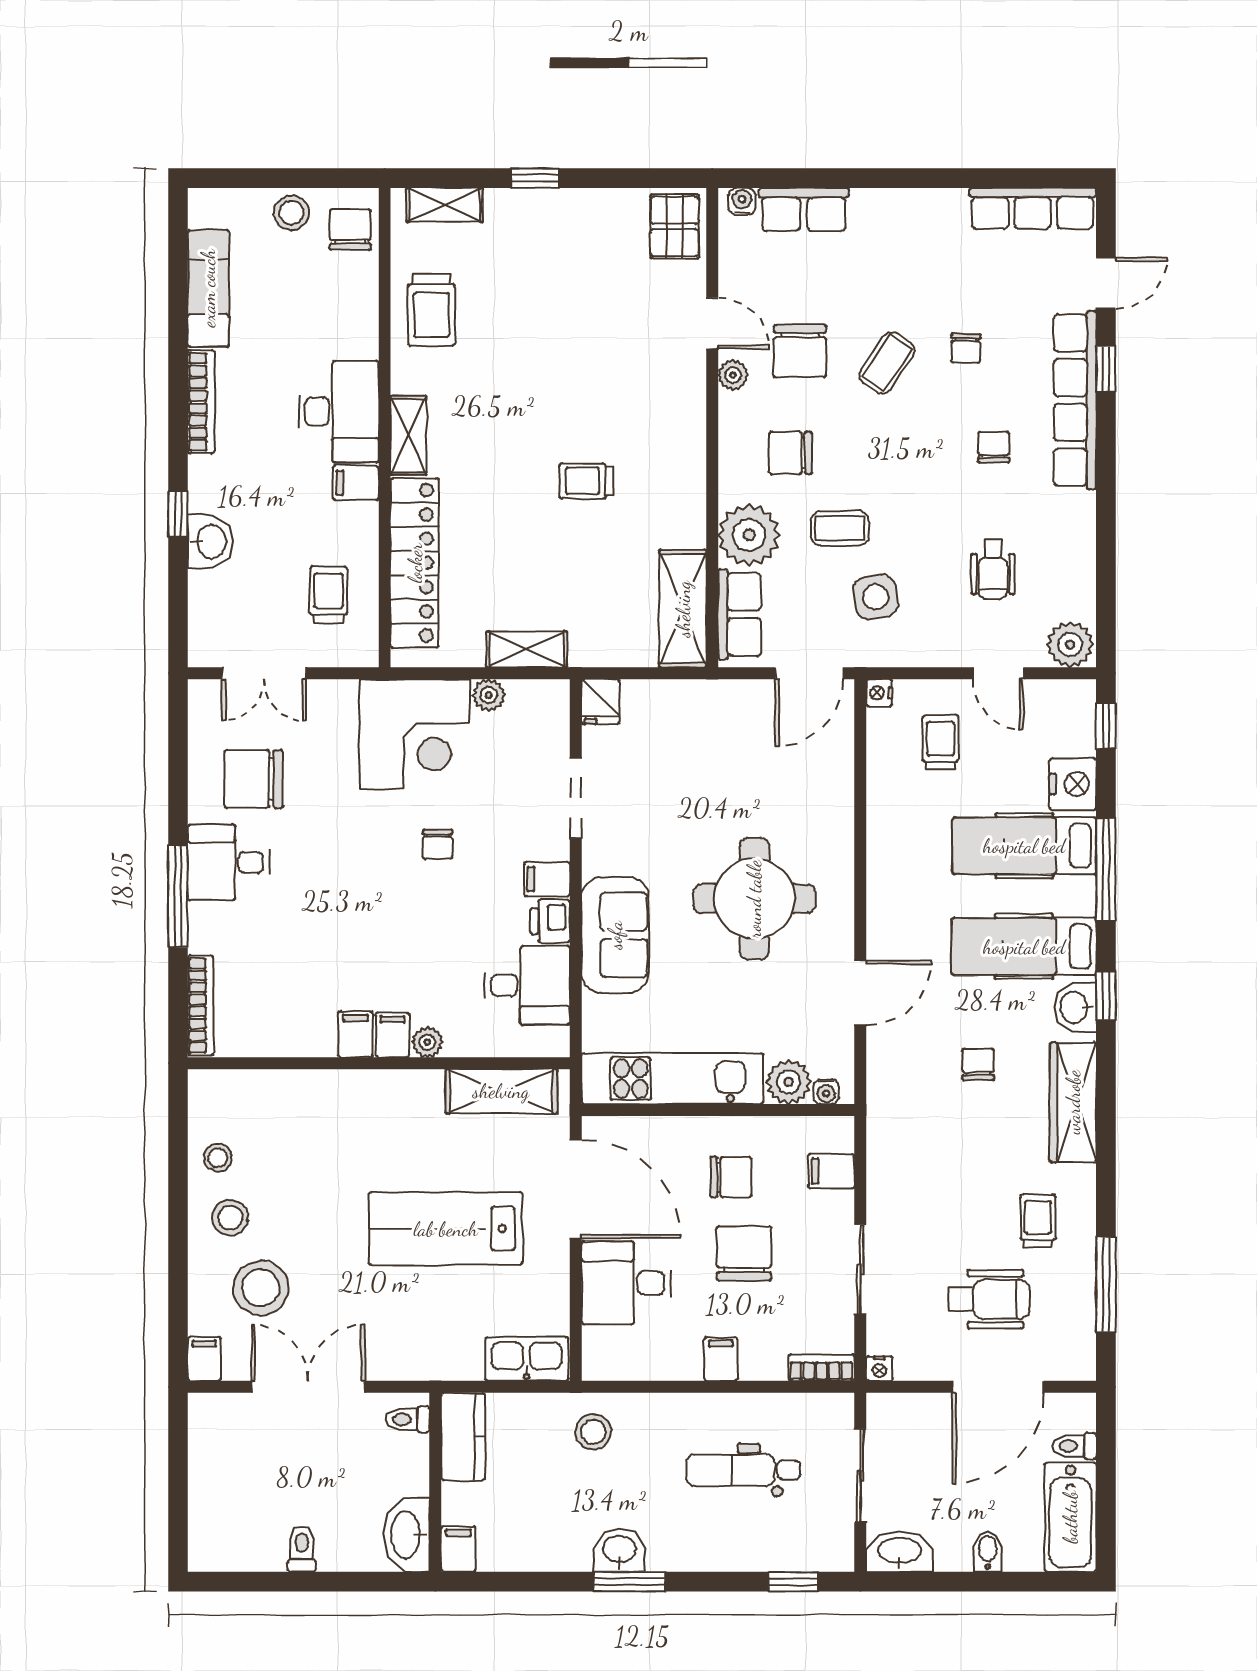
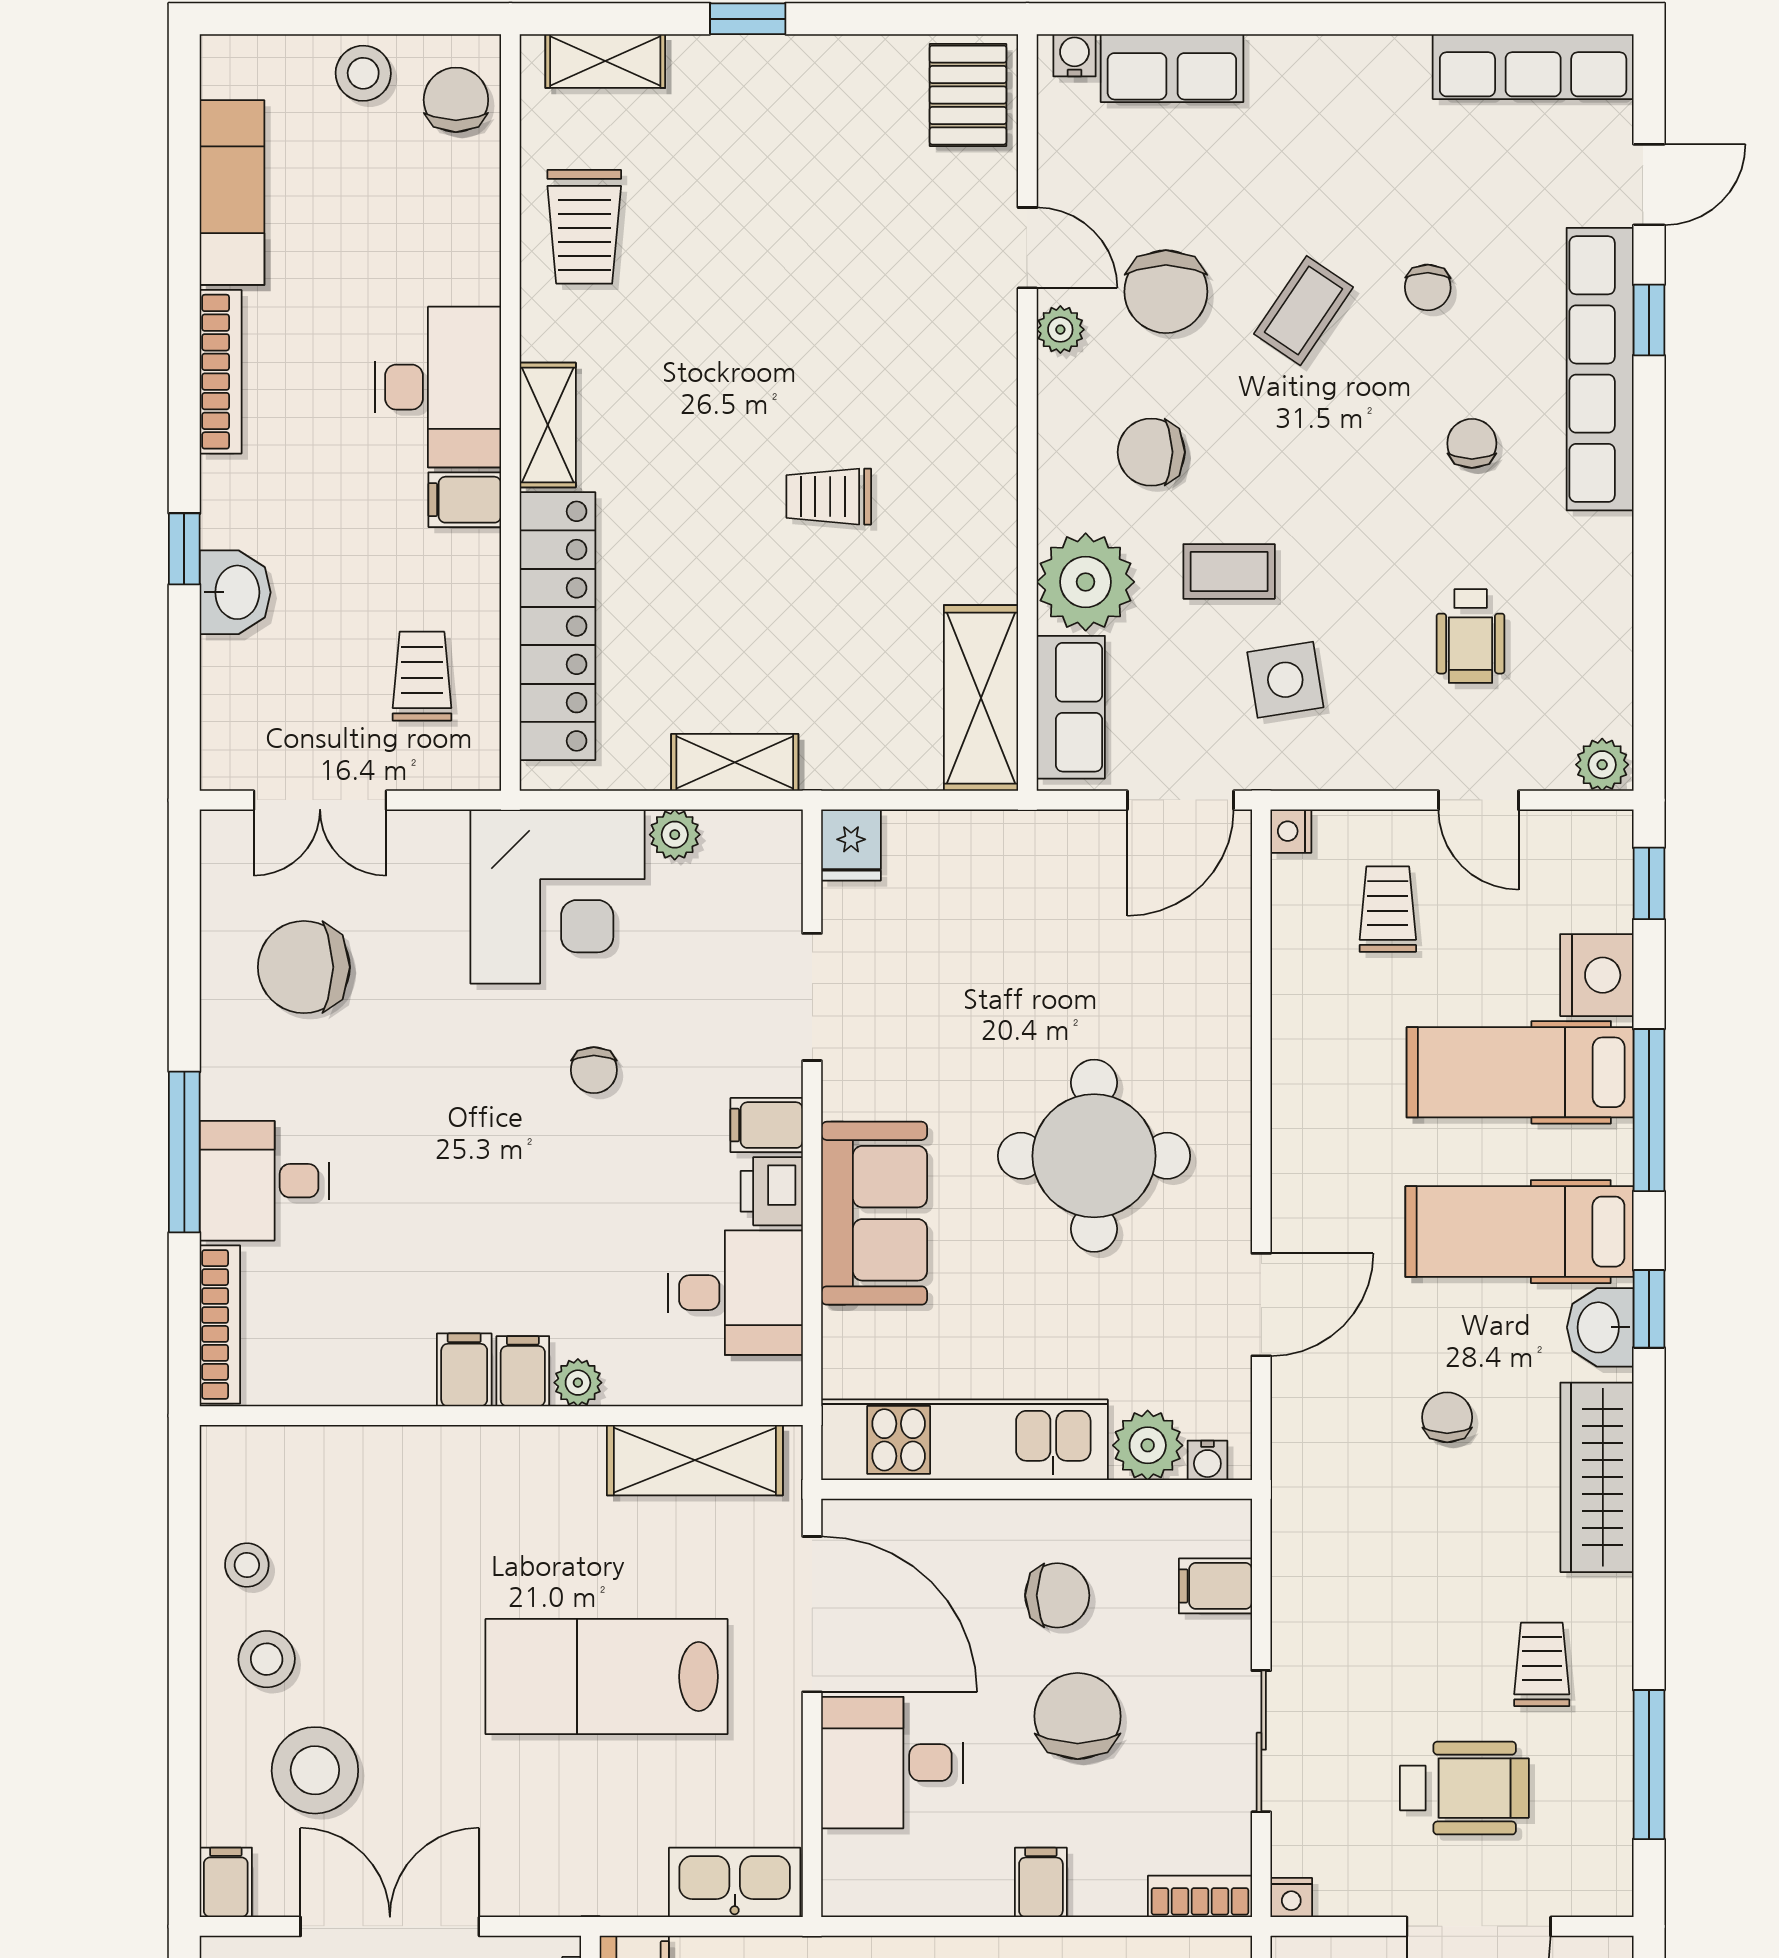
plant: (1070, 645) -> (1602, 765), width x0.73, depth x0.73
desk: (229, 862) -> (264, 1181), moved

